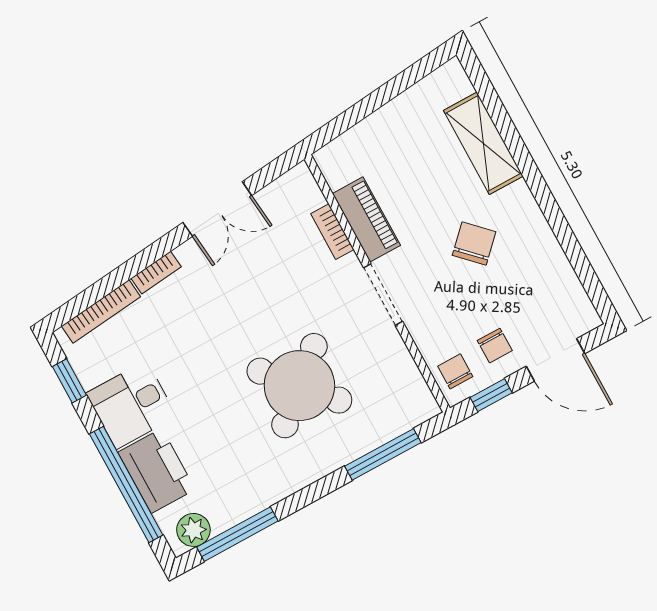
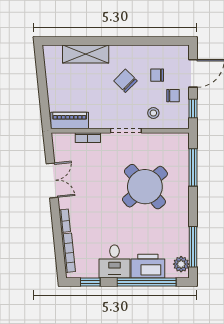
piano: (366, 219) -> (70, 120), moved
stool: (443, 327) -> (153, 113), added
chair: (455, 371) -> (157, 75), moved

